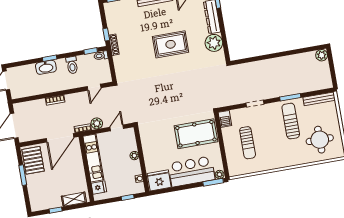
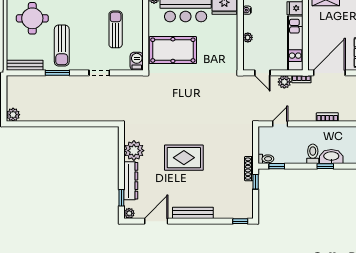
toilet: (72, 65) -> (313, 154), moved
door: (117, 128) -> (262, 73), hinge flipped

